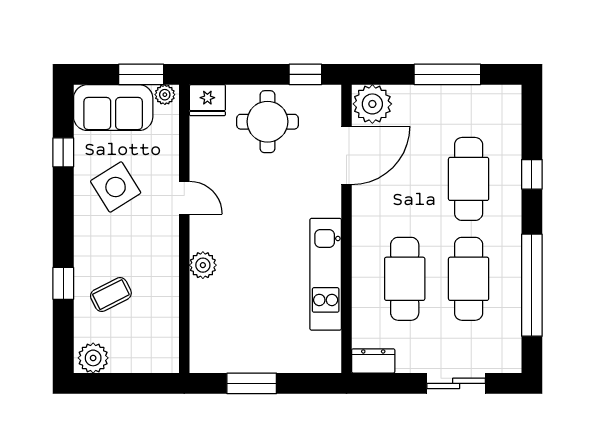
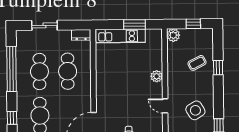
kitchen unit: (326, 274) -> (121, 36), moved, turned 90
plant: (93, 358) -> (173, 35), moved
window: (118, 383) -> (193, 24), added

